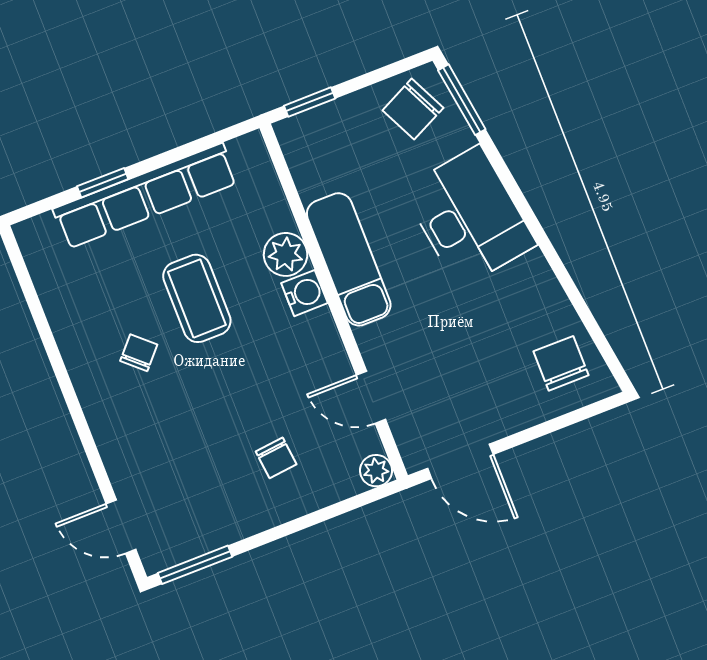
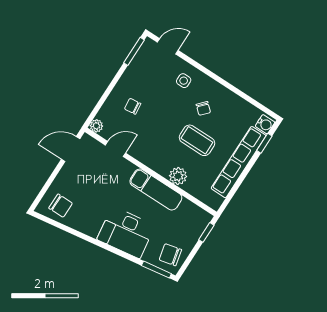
chair: (413, 109) -> (170, 255), turned -77
window: (103, 183) -> (264, 143), moved
water cooler: (305, 293) -> (265, 124), moved, turned -90
side table: (138, 436) -> (184, 81), added

